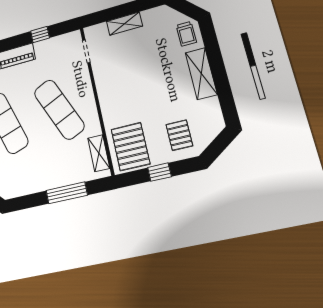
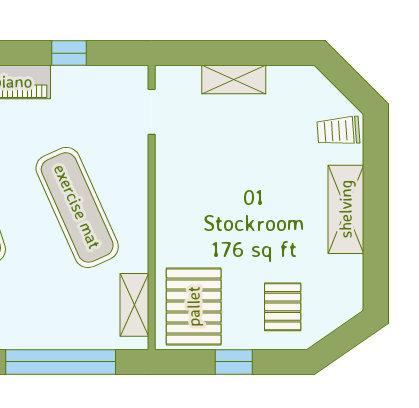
trolley: (186, 34) -> (338, 131), turned 86
window: (67, 193) -> (61, 362), width x1.46

